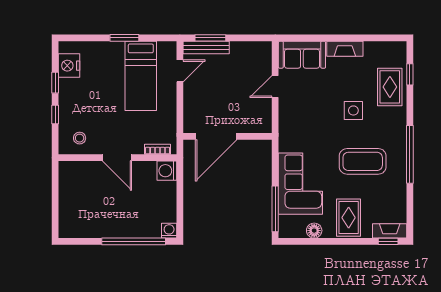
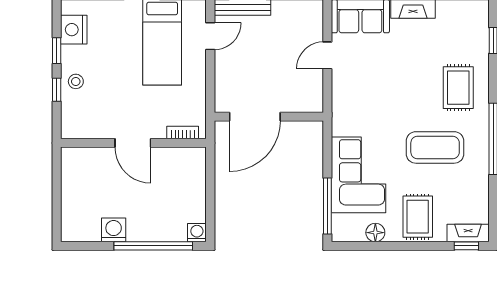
rug: (390, 87) -> (458, 88), moved
side table: (353, 110) -> (424, 85), removed
stool: (80, 138) -> (76, 81), moved
washing machine: (167, 171) -> (114, 230), moved, turned 90

